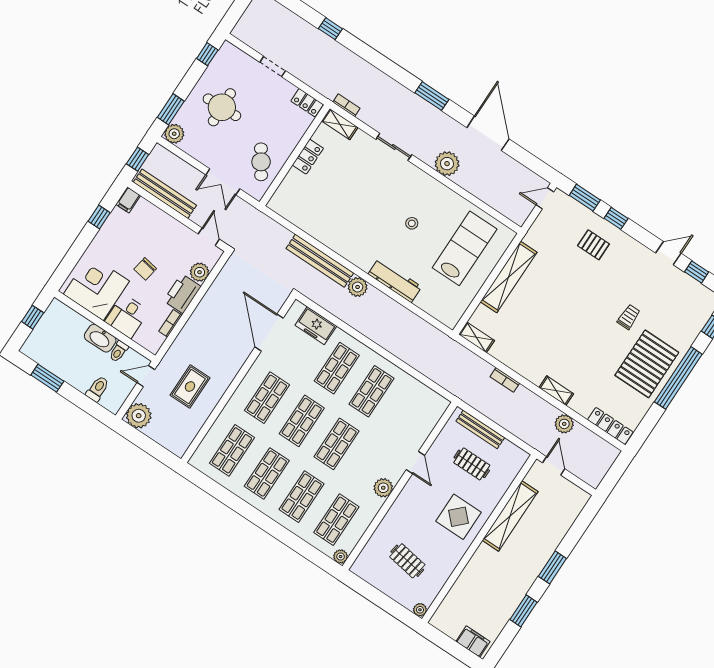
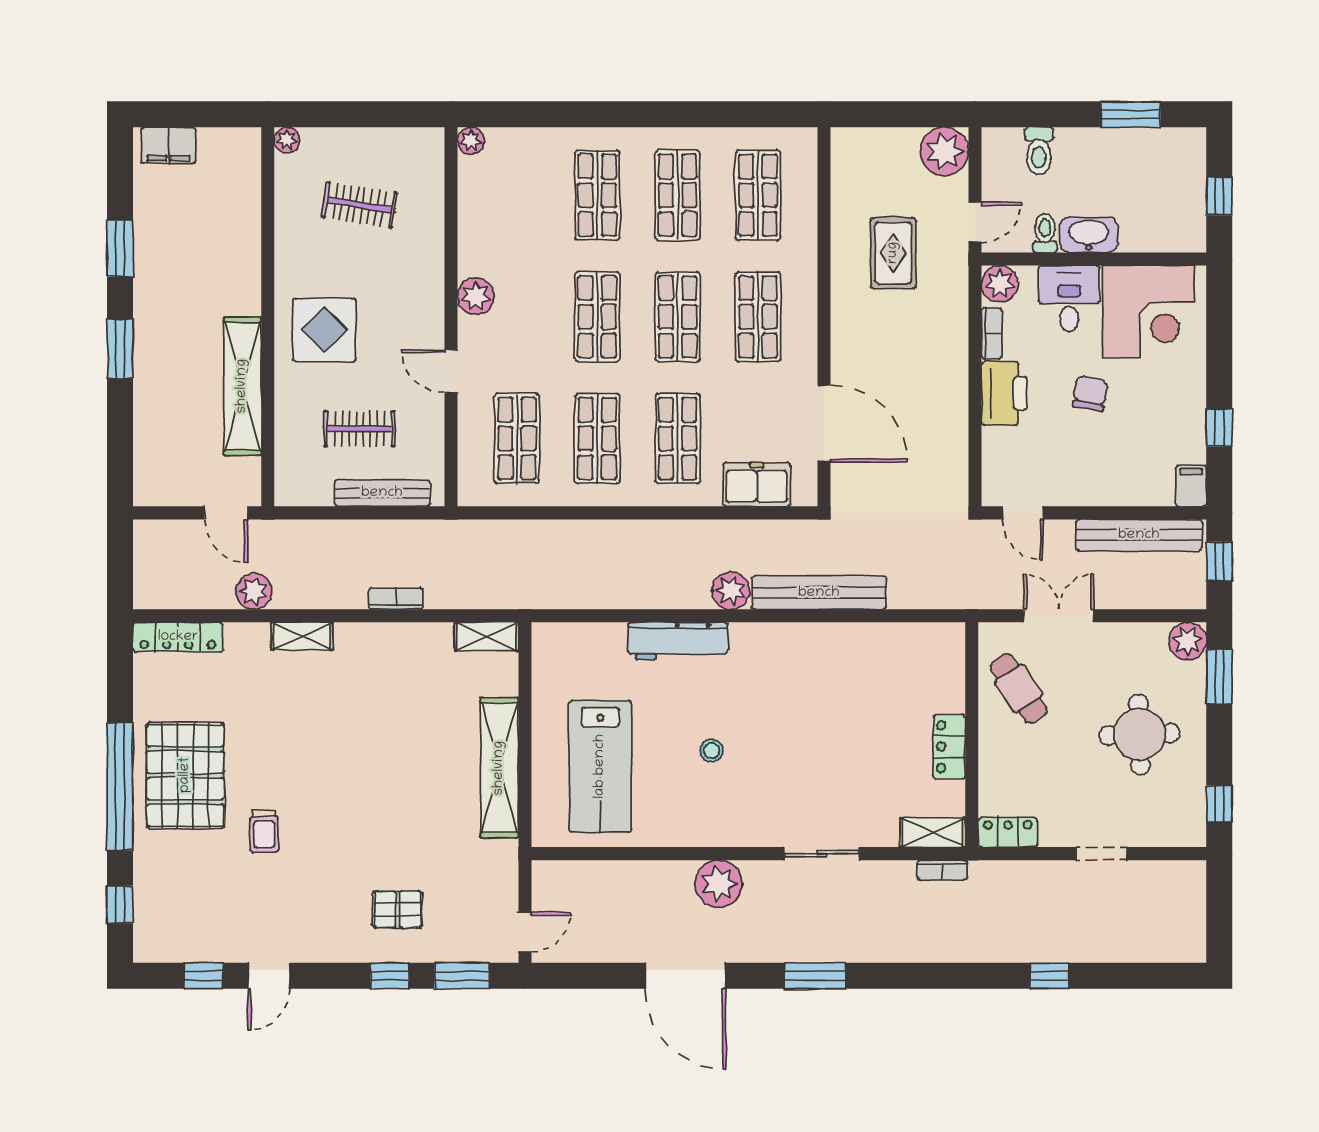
plant: (200, 272) -> (1000, 284), moved
shop shelf: (336, 520) -> (517, 438), moved

